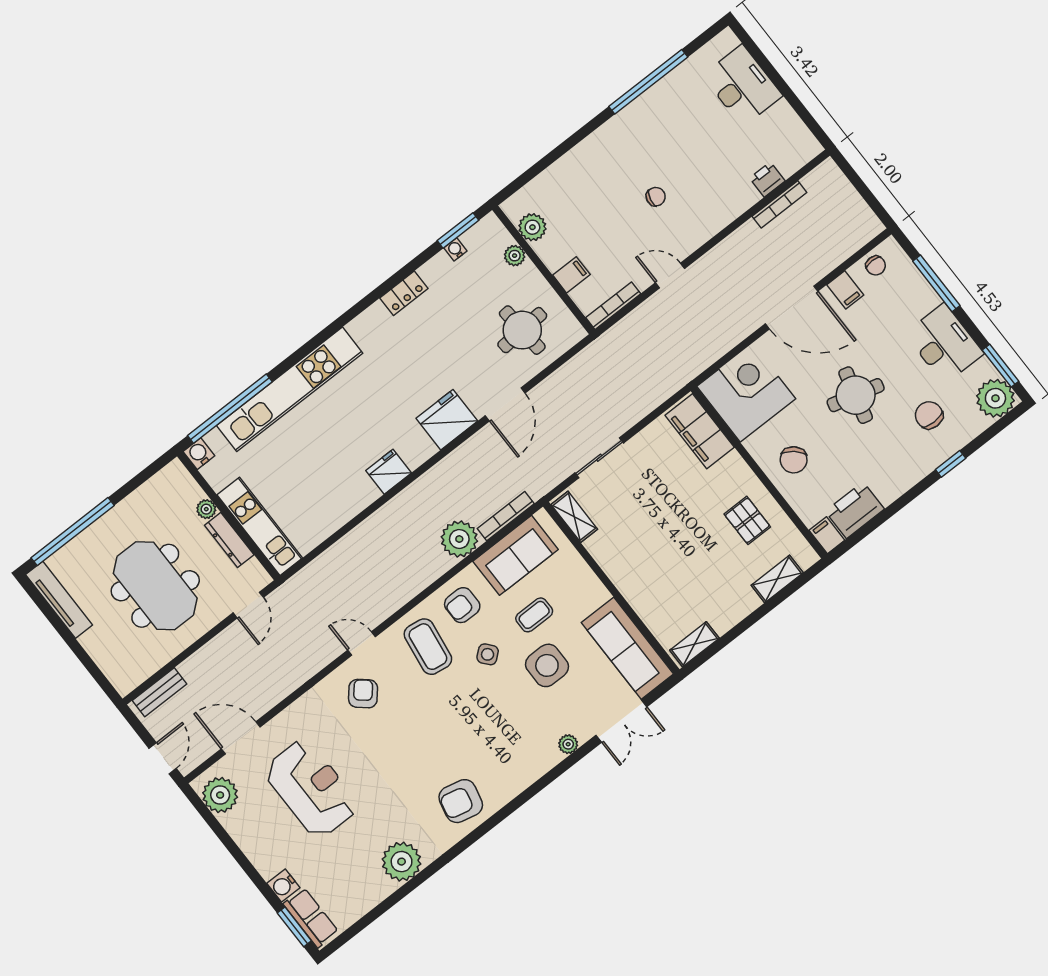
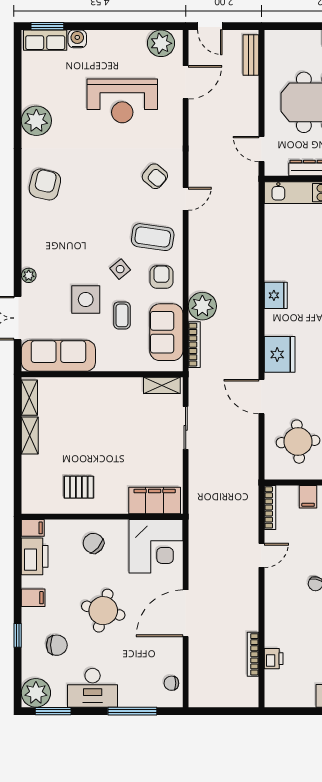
filing cabinet: (845, 290) -> (33, 598), moved, turned 180
shelving: (777, 579) -> (30, 436), moved

